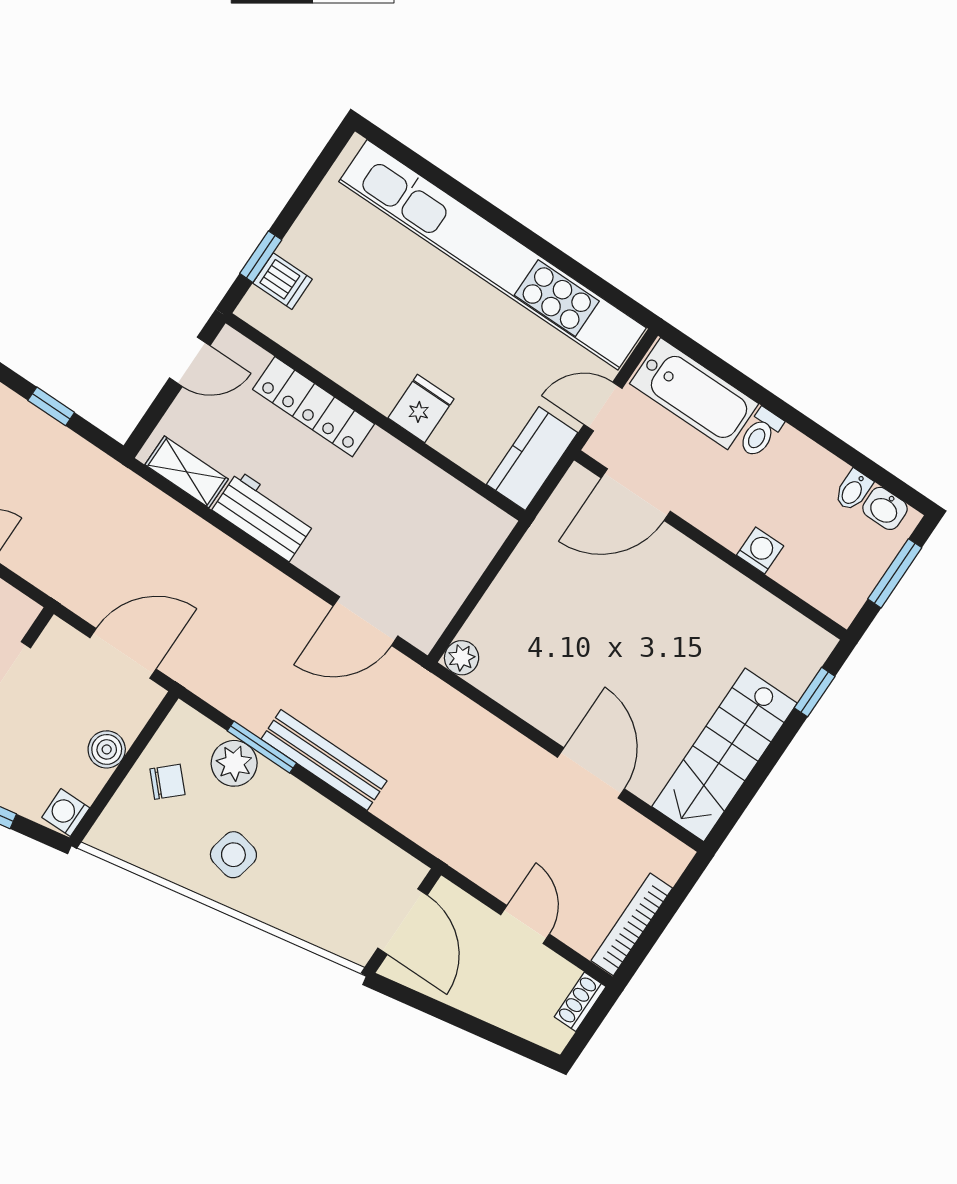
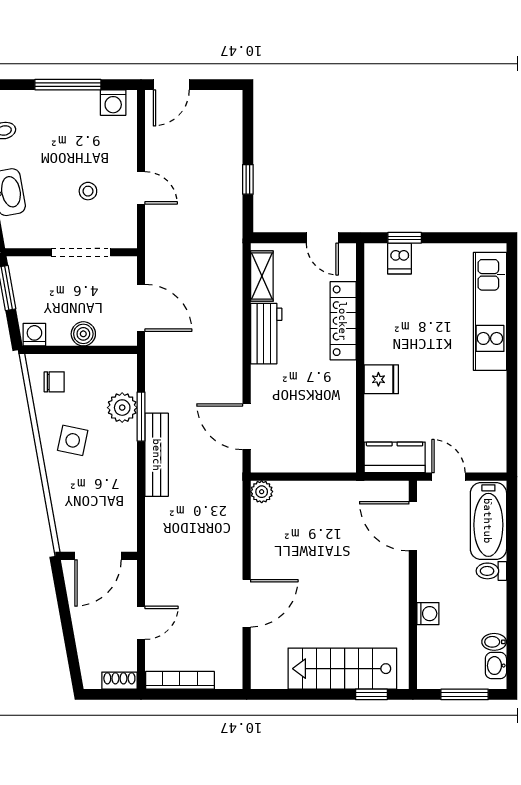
kitchen unit: (492, 255) -> (490, 311), width x0.54
stairs: (724, 755) -> (342, 669), moved
chair: (167, 782) -> (54, 382), moved, turned -47

